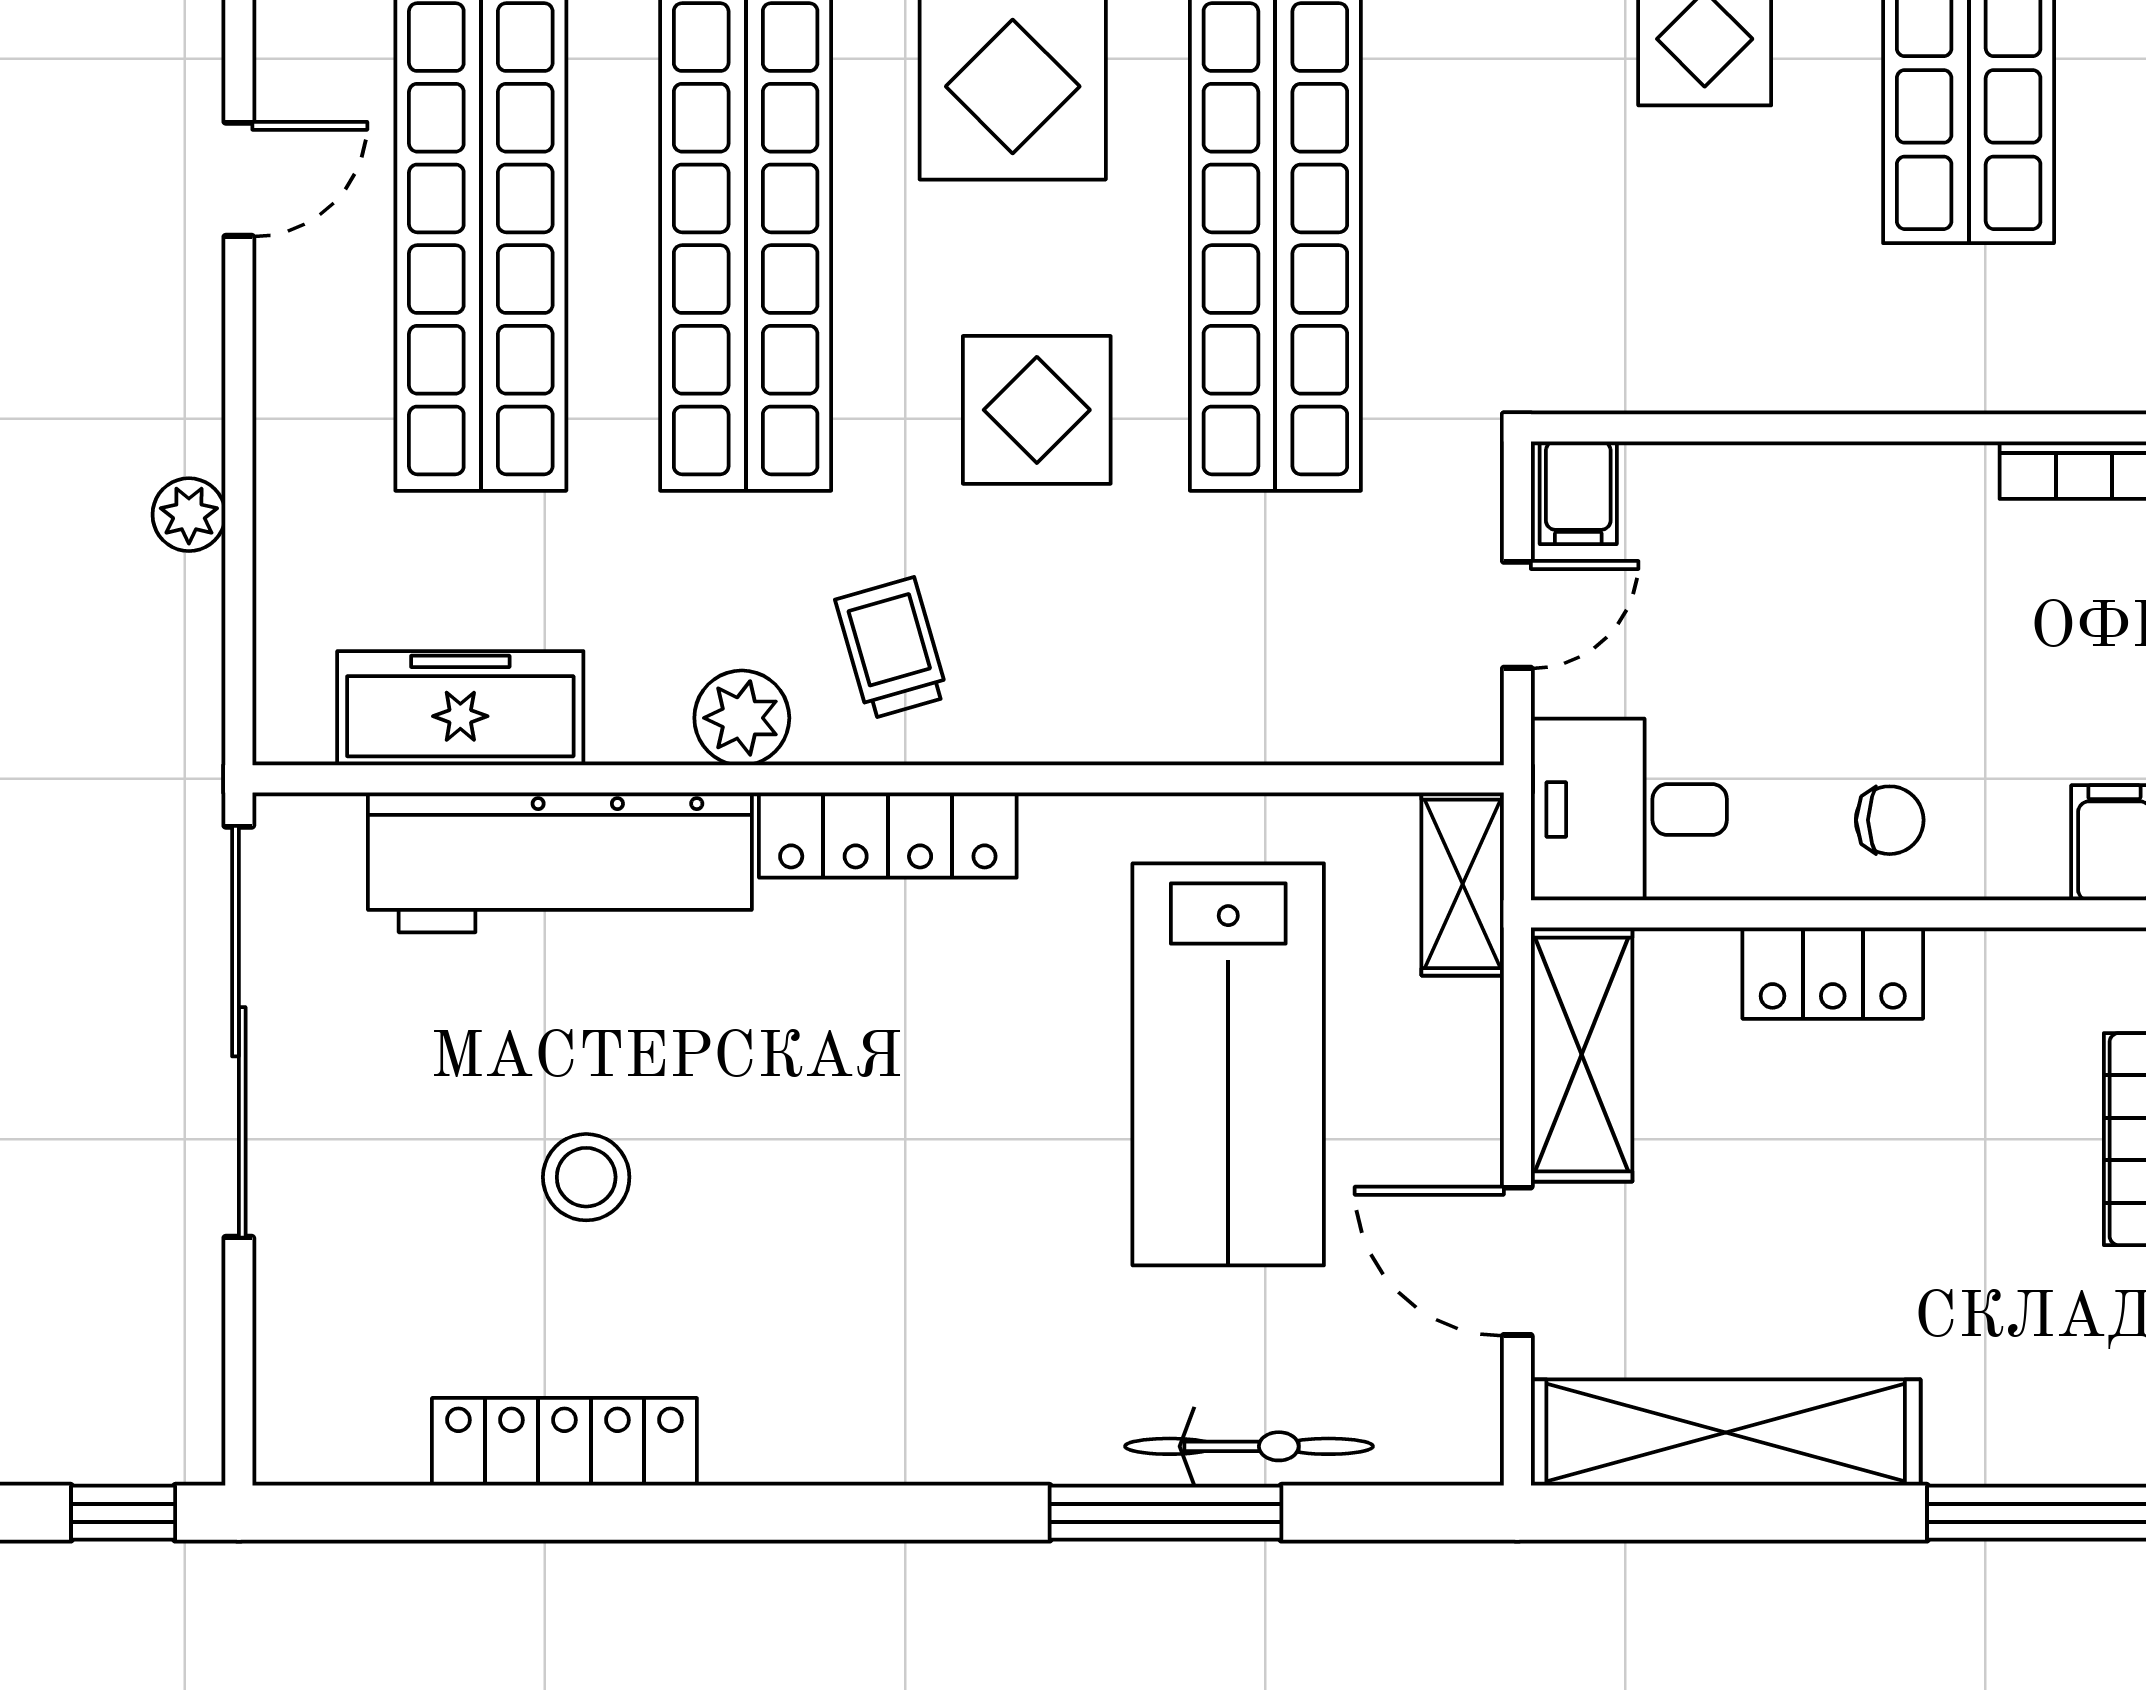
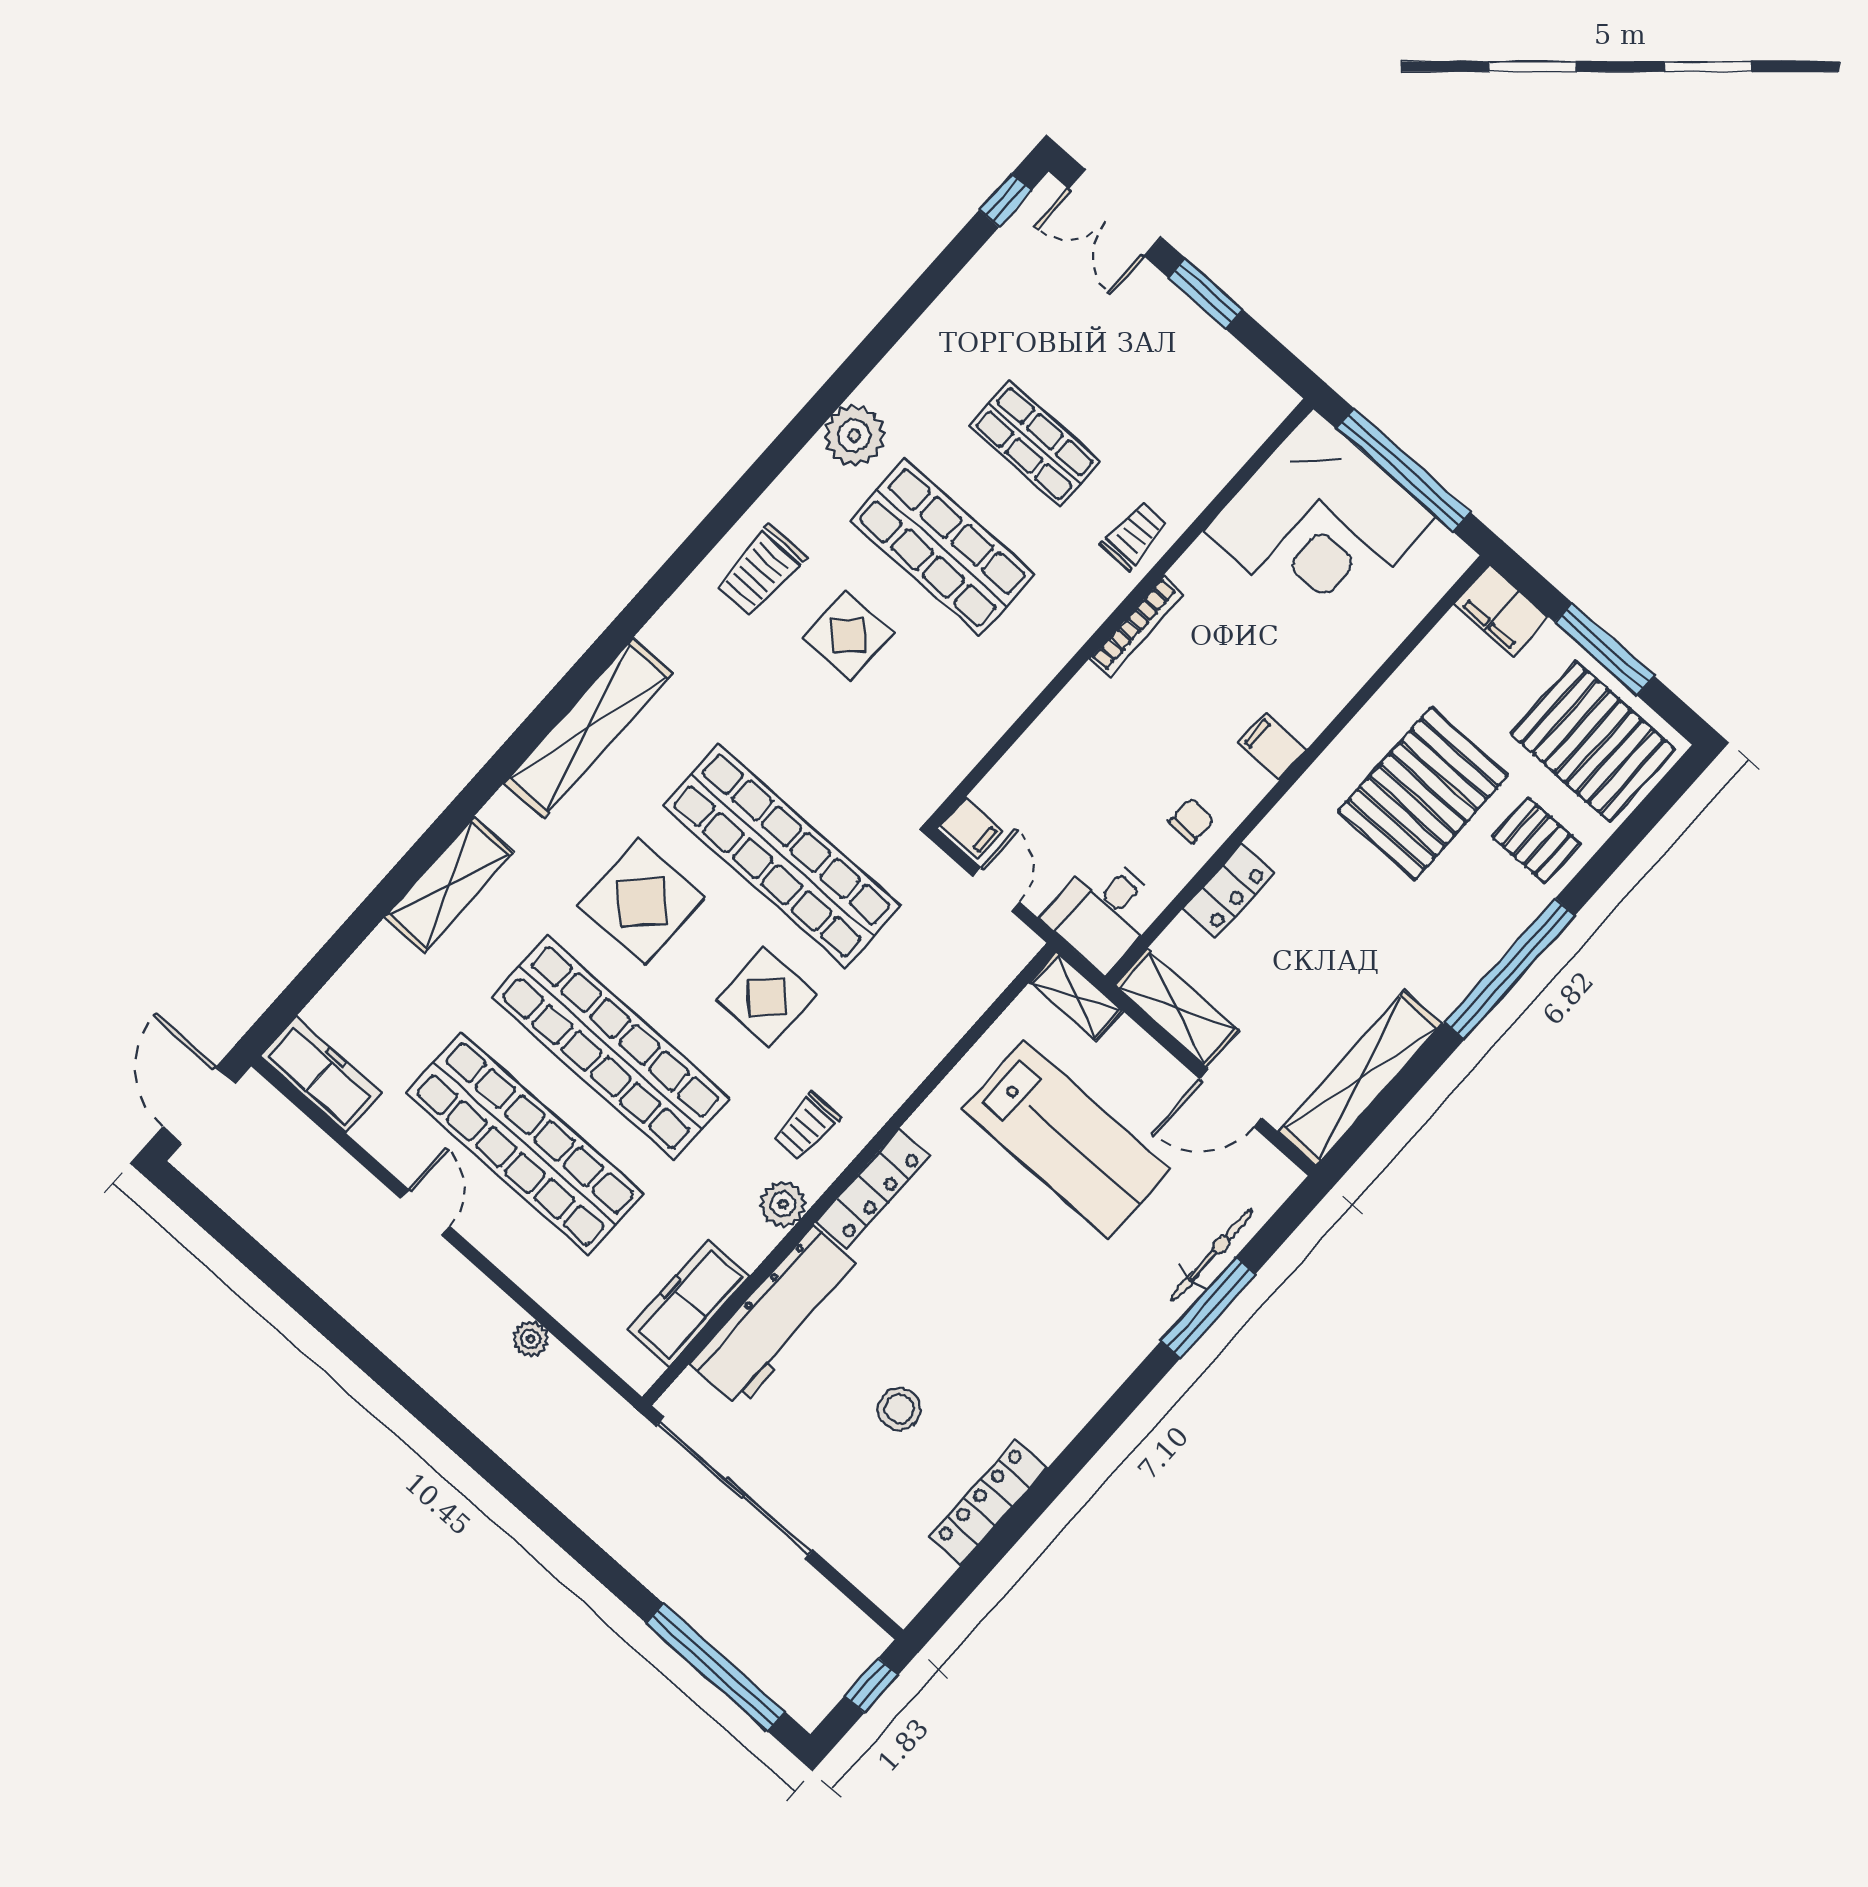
trolley: (892, 648) -> (806, 1127), turned -74

